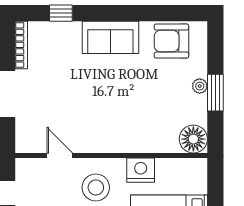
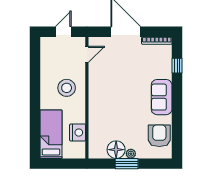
floor lamp: (193, 139) -> (116, 150), moved
door: (60, 155) -> (87, 54), moved
nightstand: (141, 170) -> (78, 133), moved

